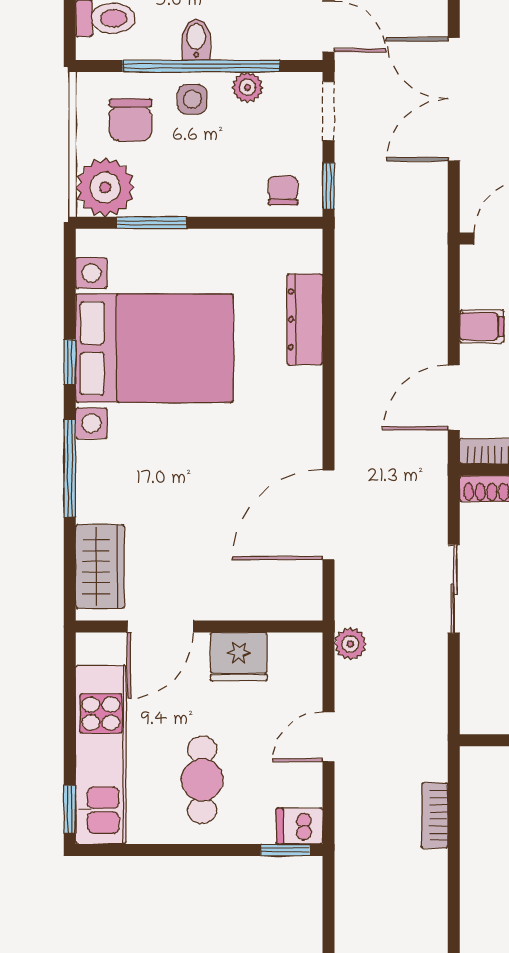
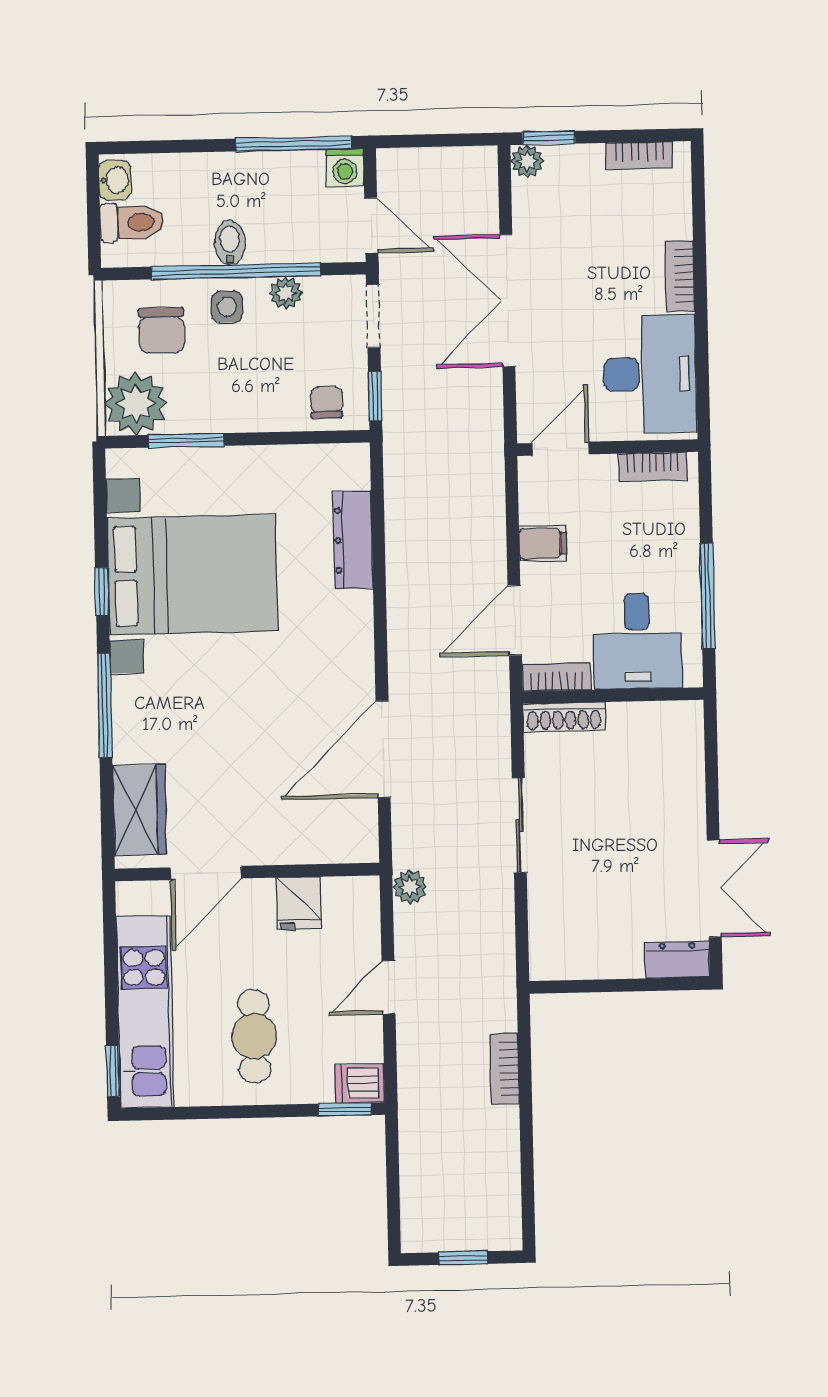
fridge: (239, 657) -> (299, 903), width x0.72

